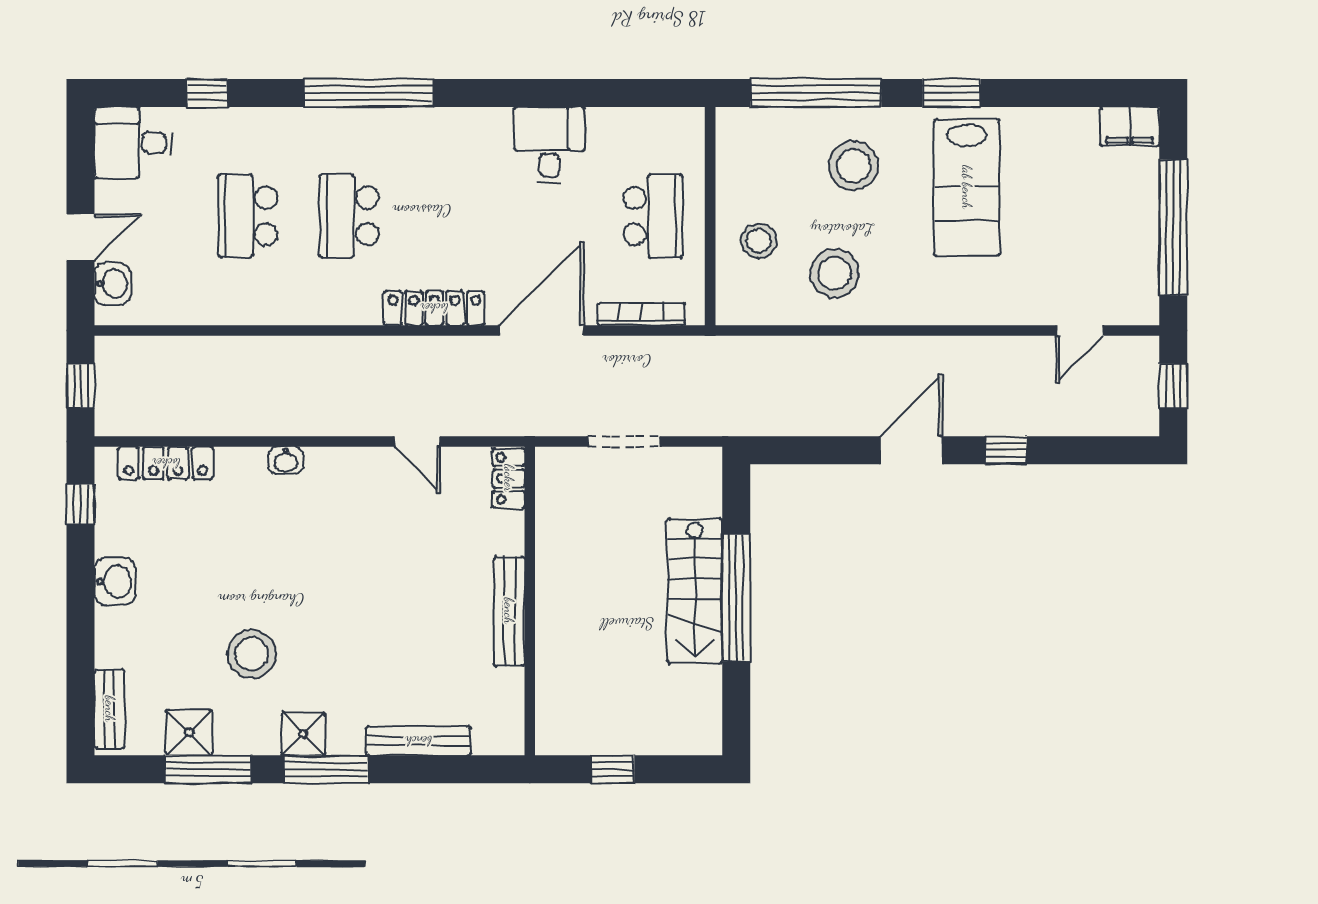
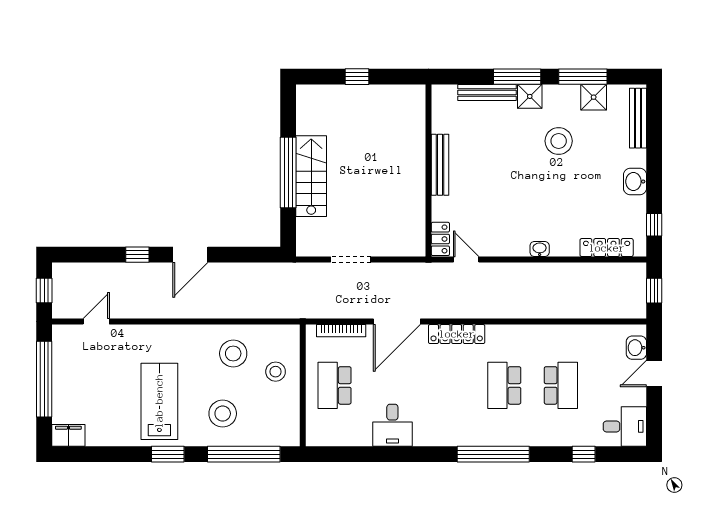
school desk: (349, 216) -> (504, 385), turned 180
locker: (509, 478) -> (440, 239), moved
wall: (530, 601) -> (429, 170), moved
bench: (509, 611) -> (440, 165), moved
bench: (110, 709) -> (638, 118), width x1.36
bench: (418, 741) -> (487, 92), moved

